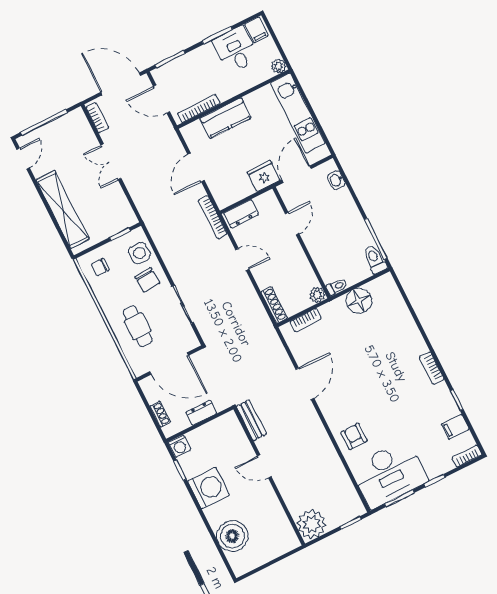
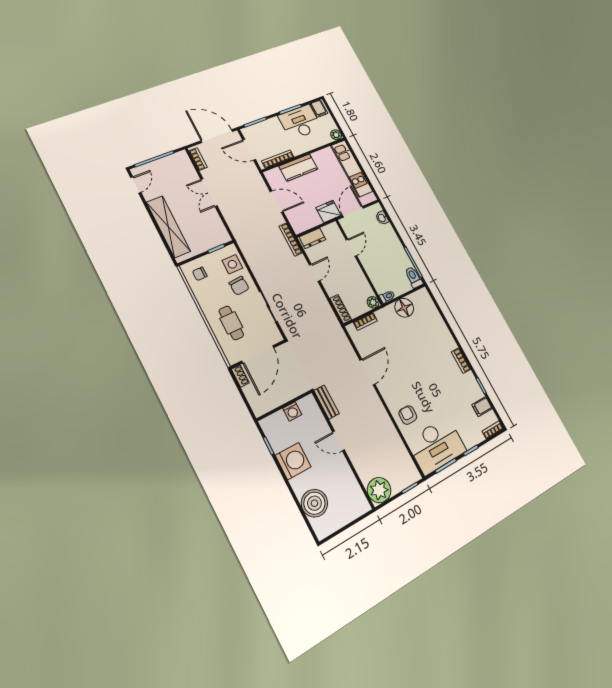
desk: (236, 50) -> (300, 122), width x1.37
door: (196, 167) -> (277, 202), swing flipped
door: (242, 259) -> (315, 273), hinge flipped
door: (169, 364) -> (258, 354), hinge flipped
dresser: (201, 413) -> (285, 396), removed
shoe rack: (160, 414) -> (240, 376), moved
washing machine: (179, 446) -> (292, 411), moved

